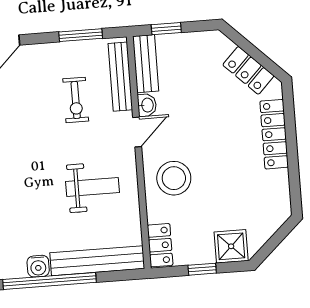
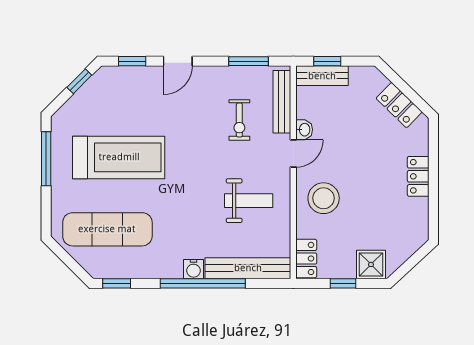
bench: (146, 64) -> (322, 76), moved, turned 90
locker: (274, 134) -> (418, 176), width x0.66

